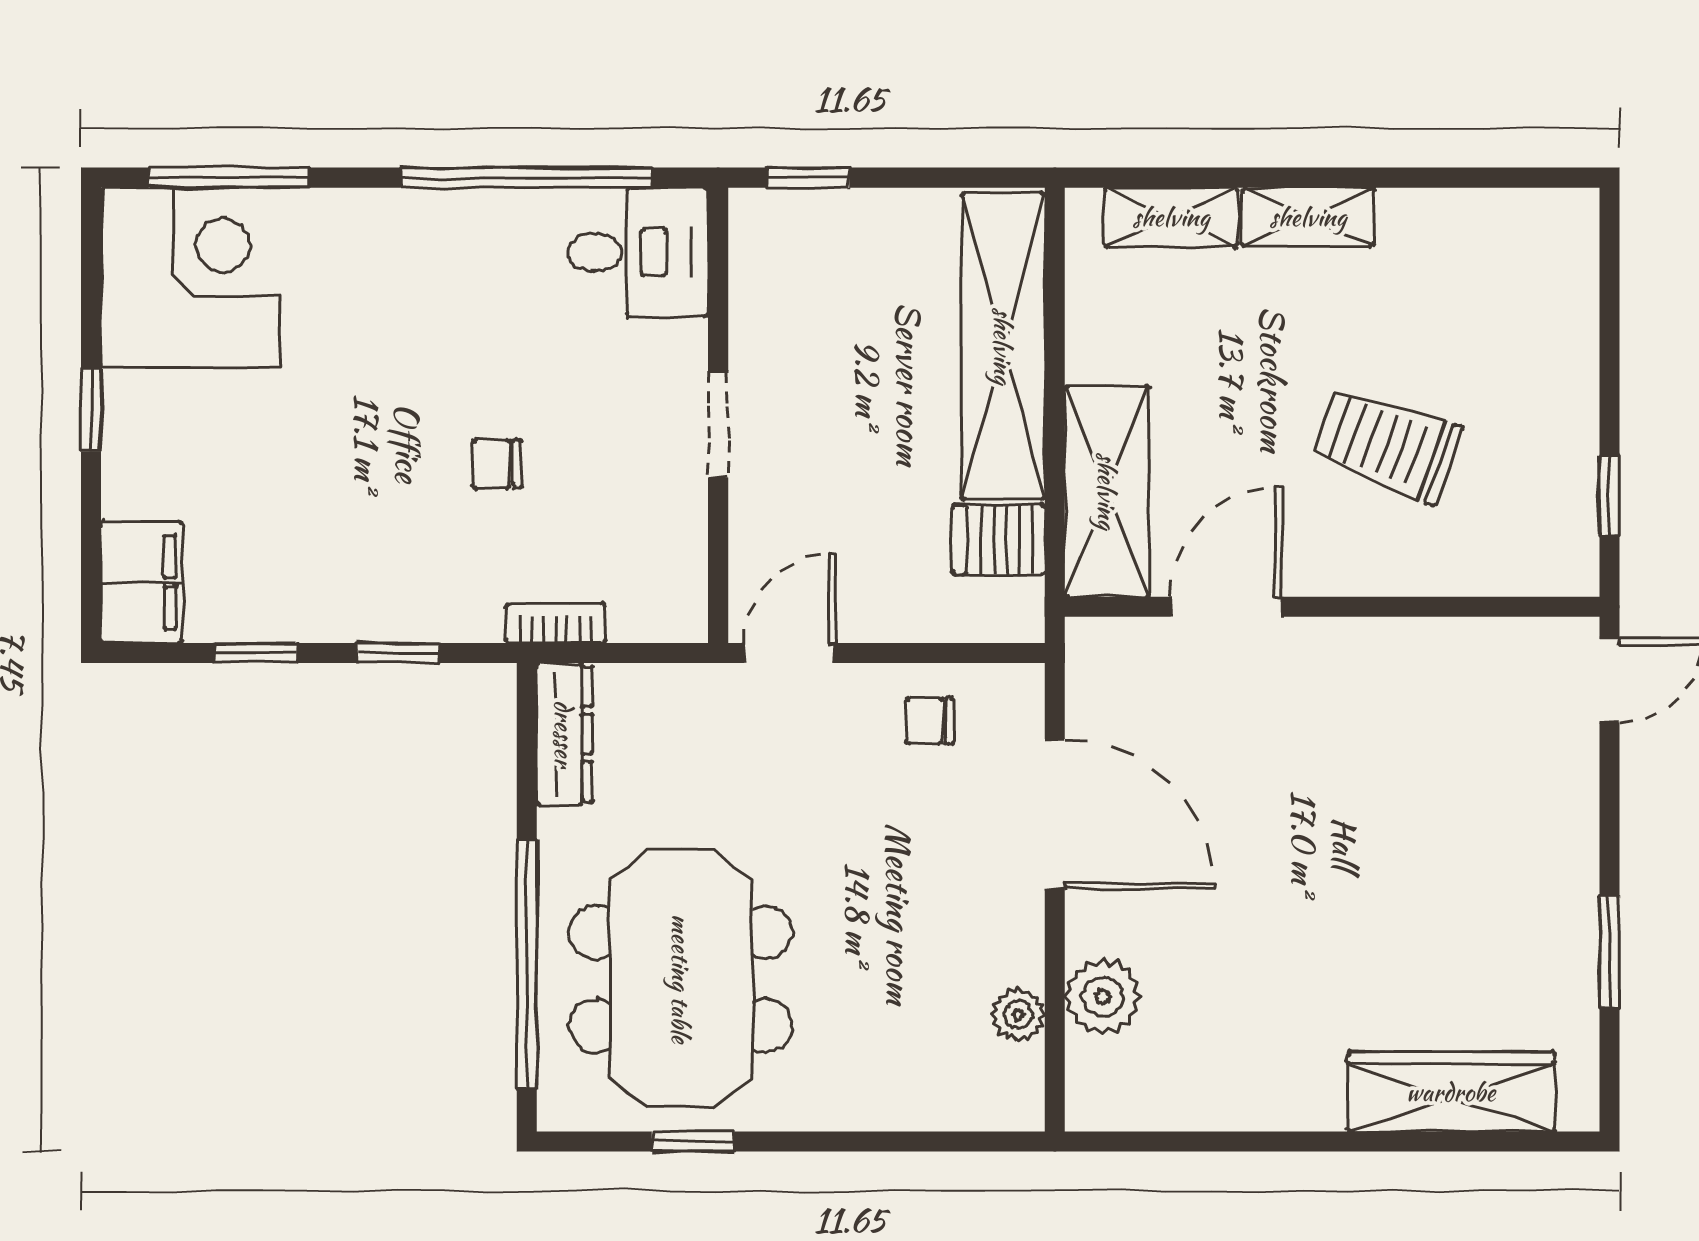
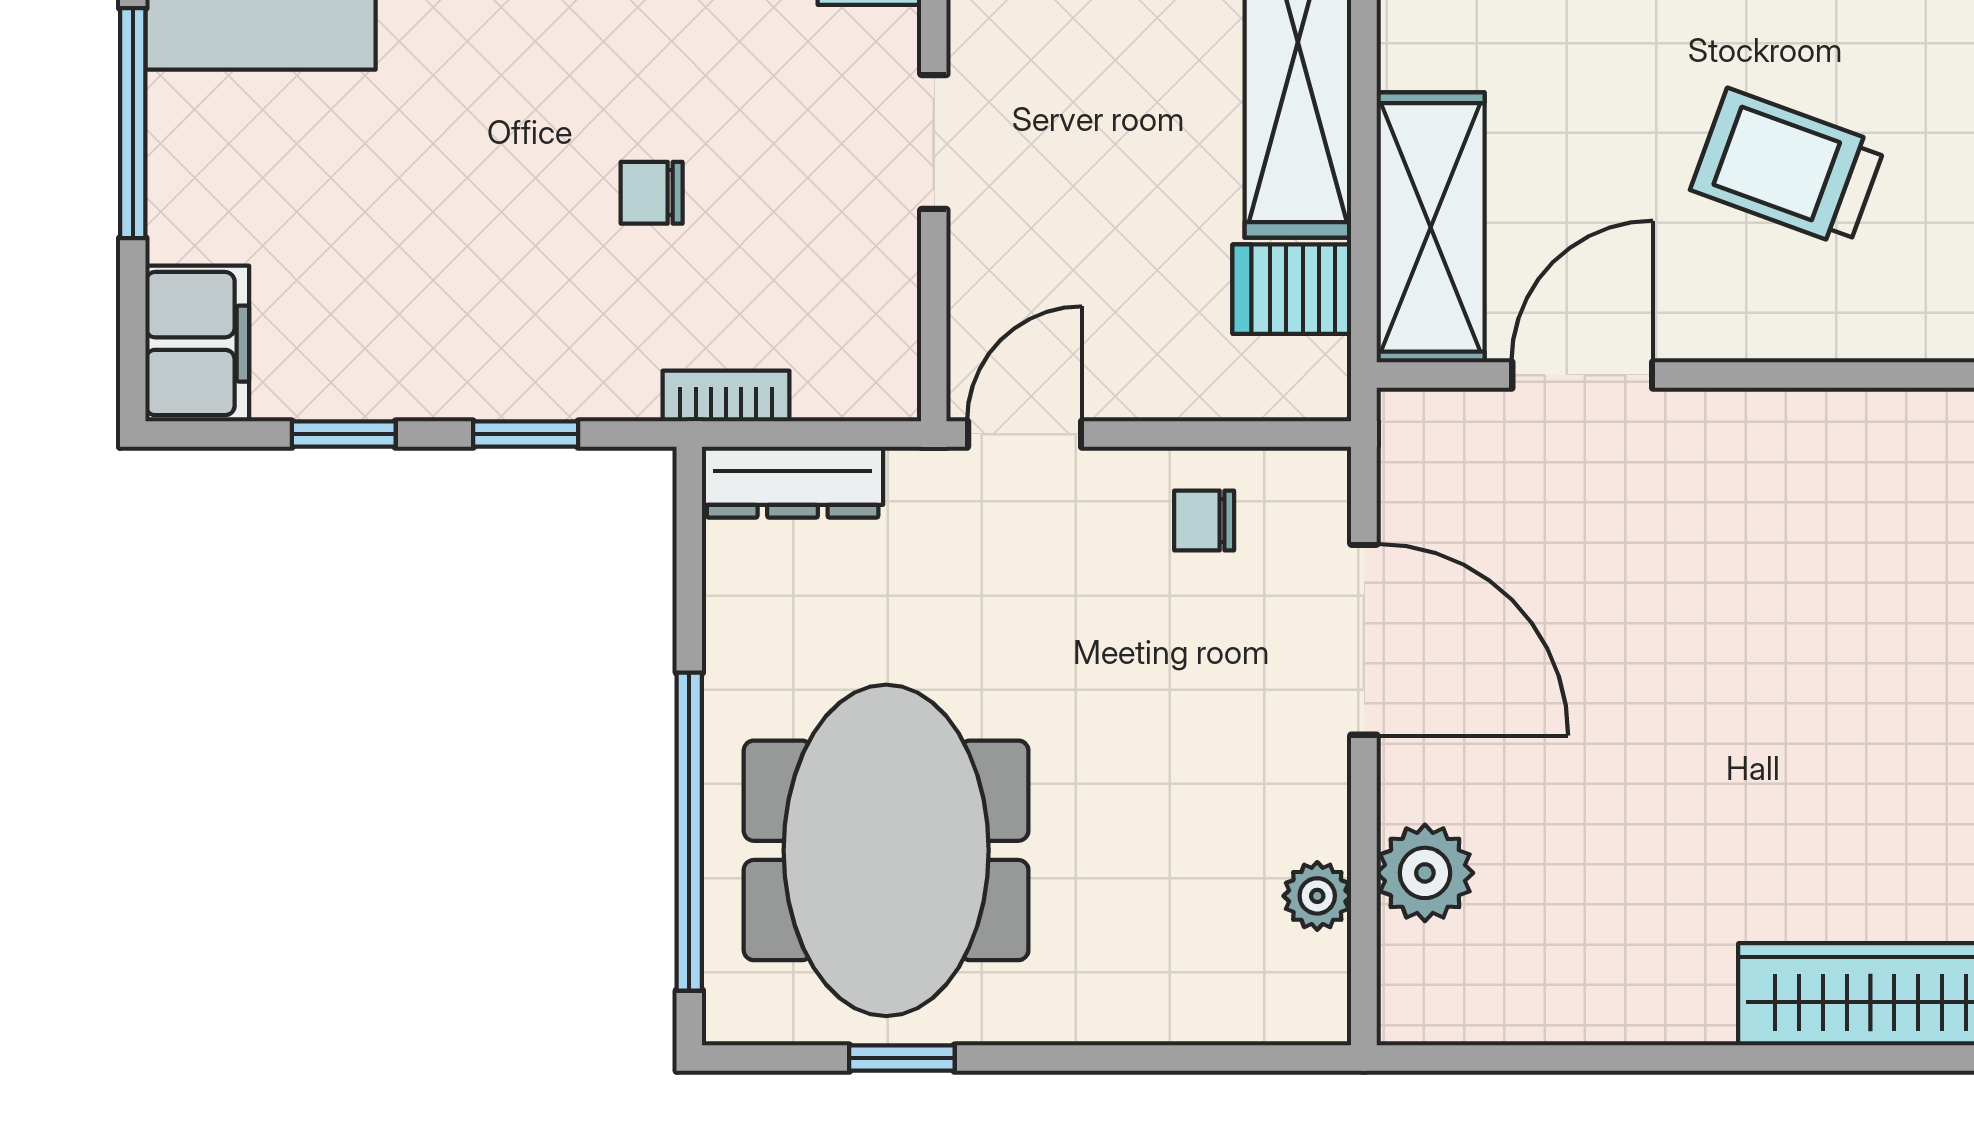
window: (91, 410) -> (133, 123), width x2.17
dresser: (564, 734) -> (793, 482), moved, turned 90

